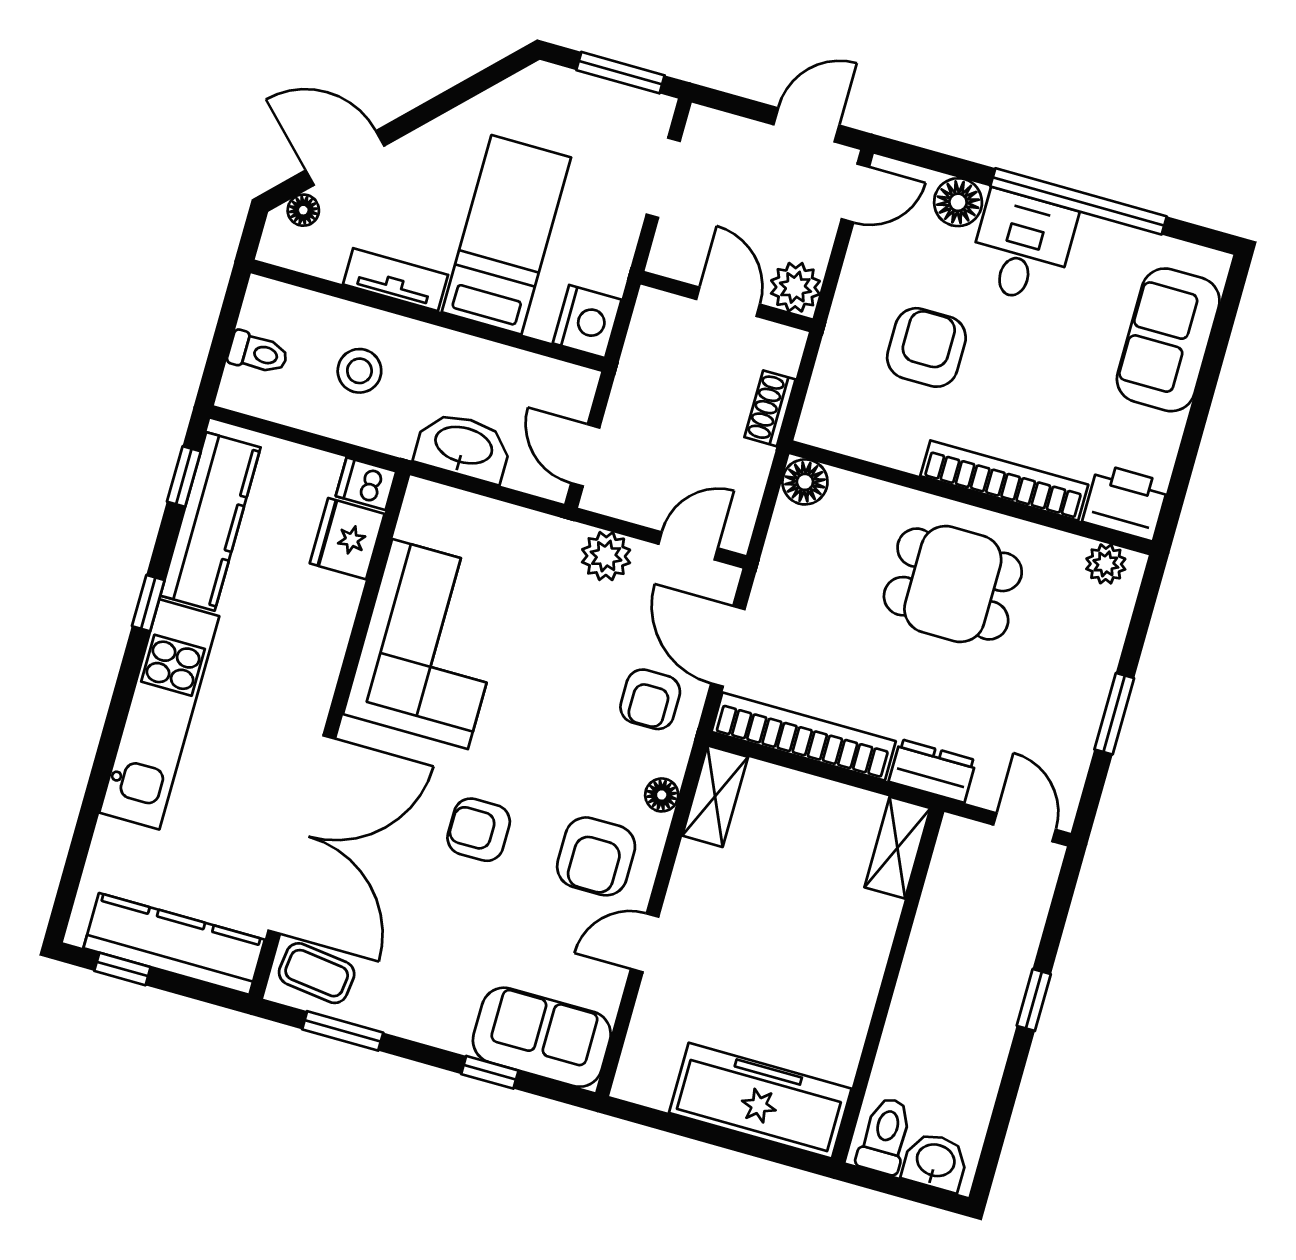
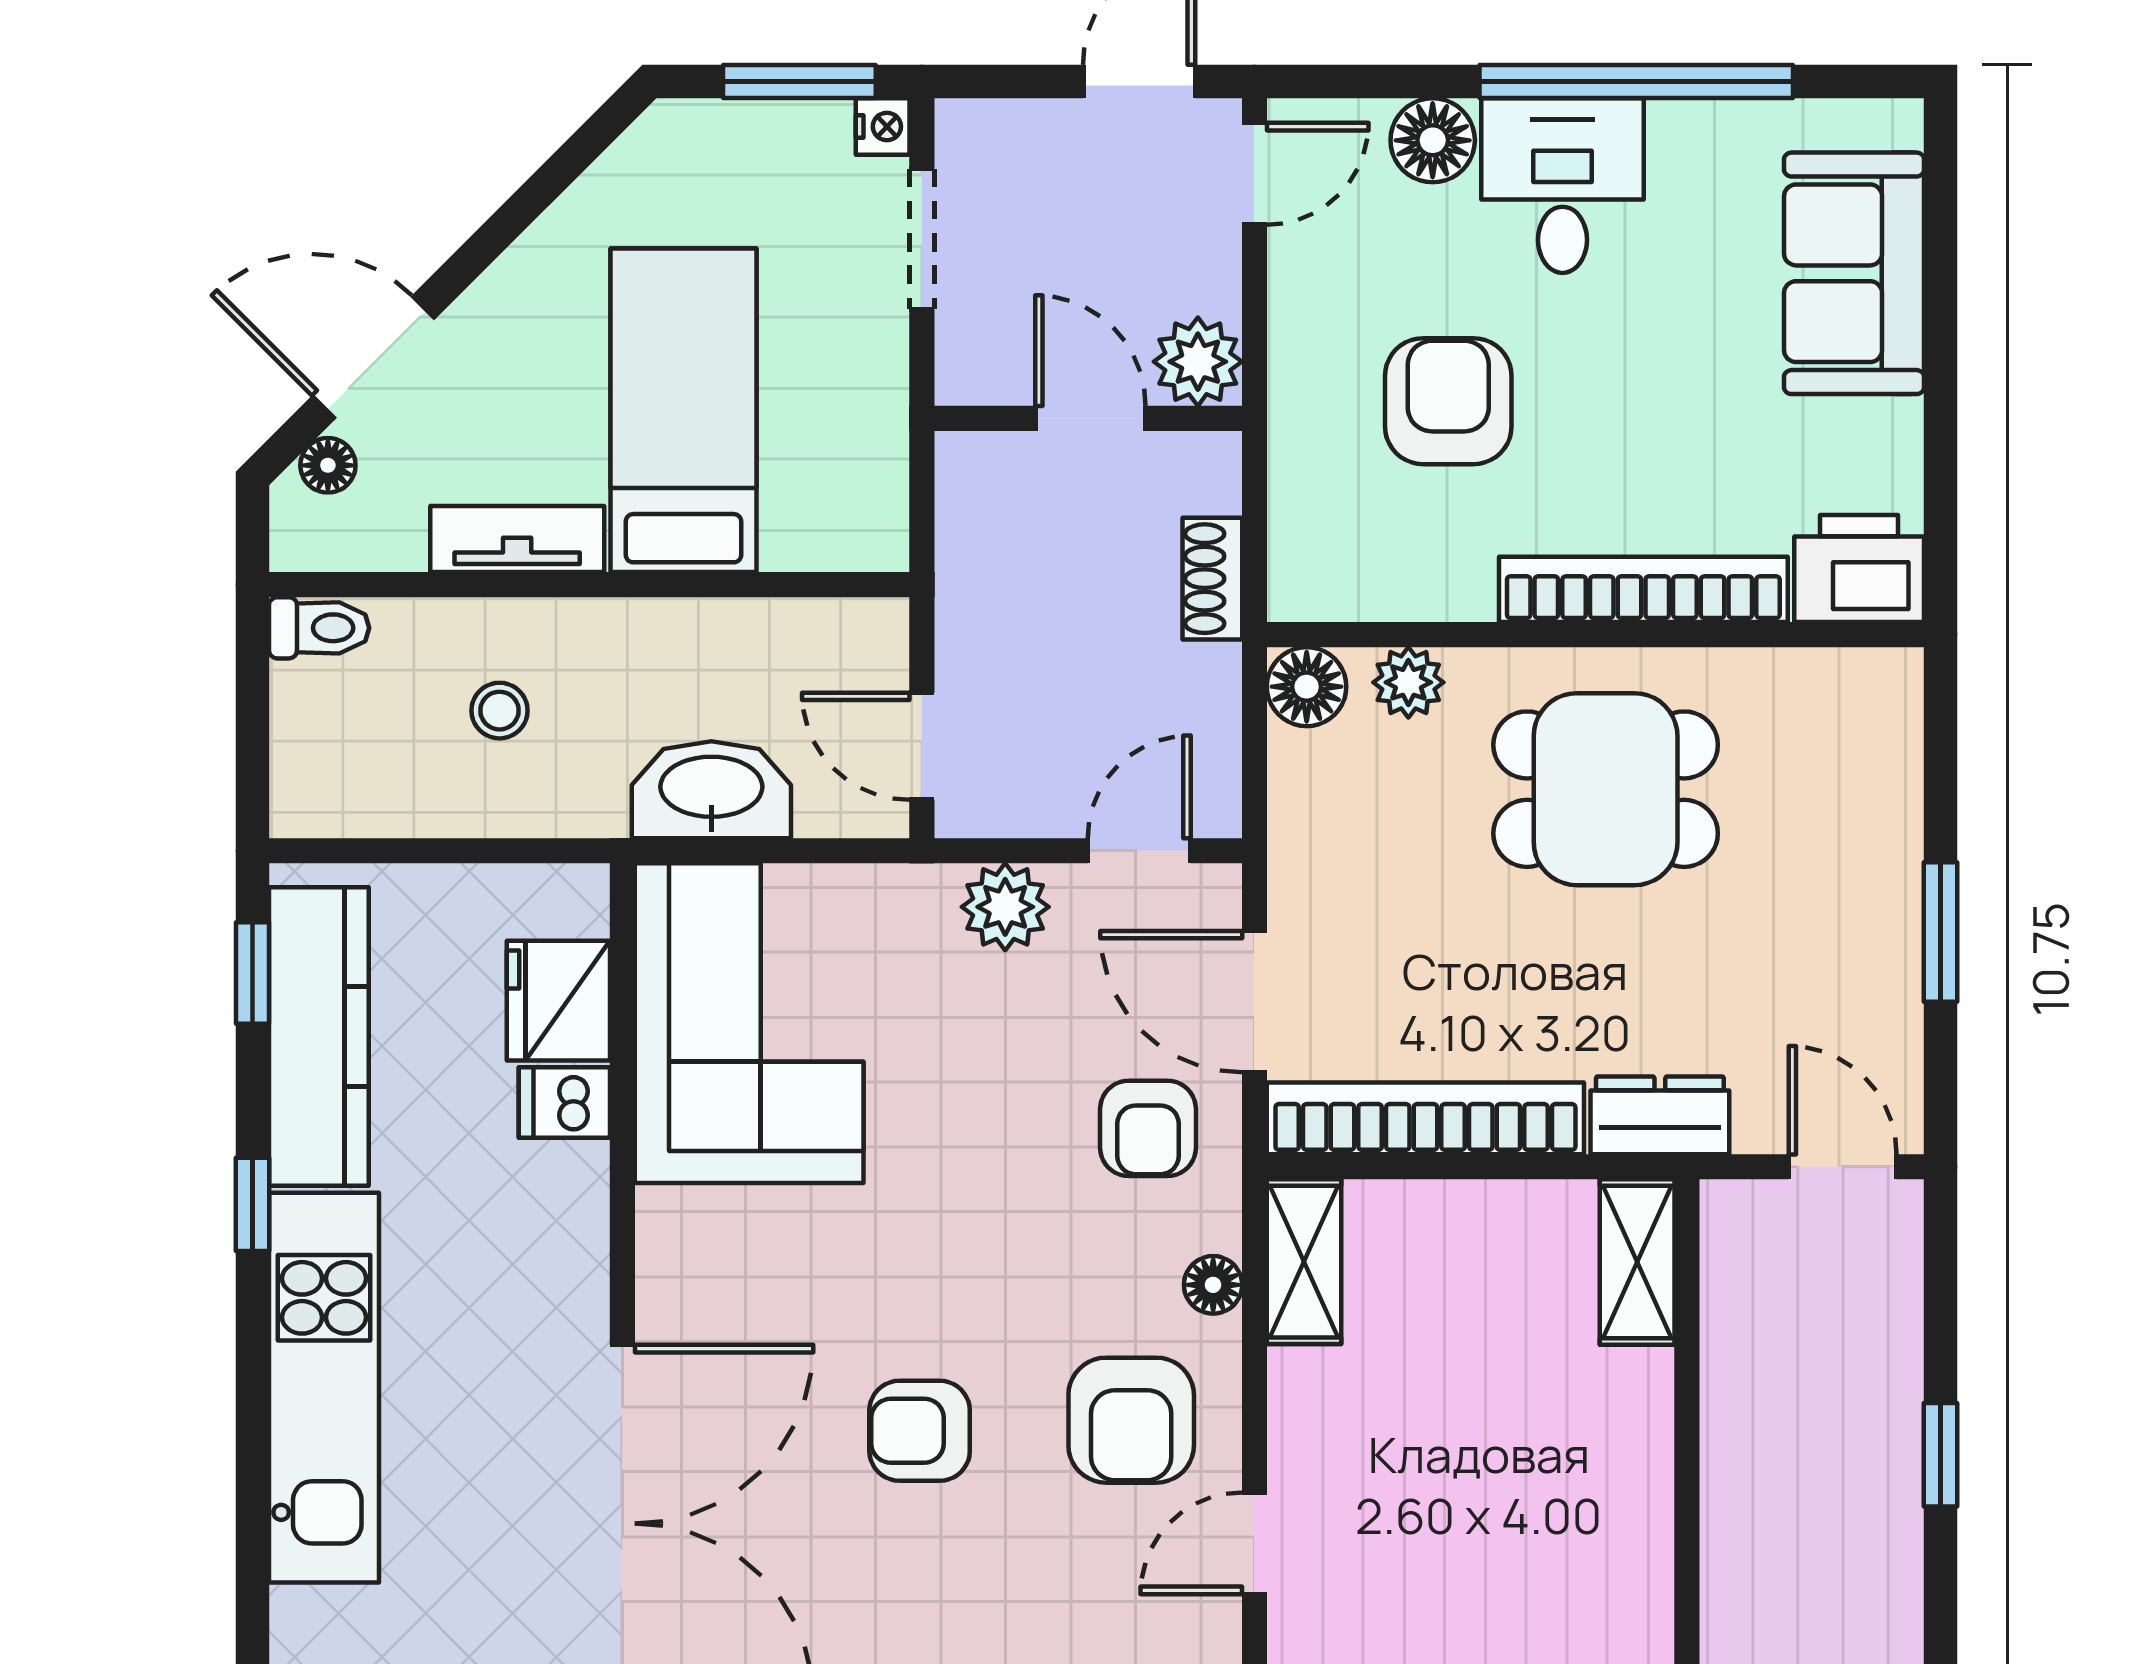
nightstand: (587, 321) -> (883, 126), moved, width x0.53, depth x0.56
toilet: (258, 353) -> (319, 628), moved
stool: (359, 371) -> (500, 711), width x0.73, depth x0.73
dishwasher: (366, 484) -> (564, 1103), moved
plant: (1106, 564) -> (1408, 682), moved
corner sofa: (430, 644) -> (749, 1023), moved

